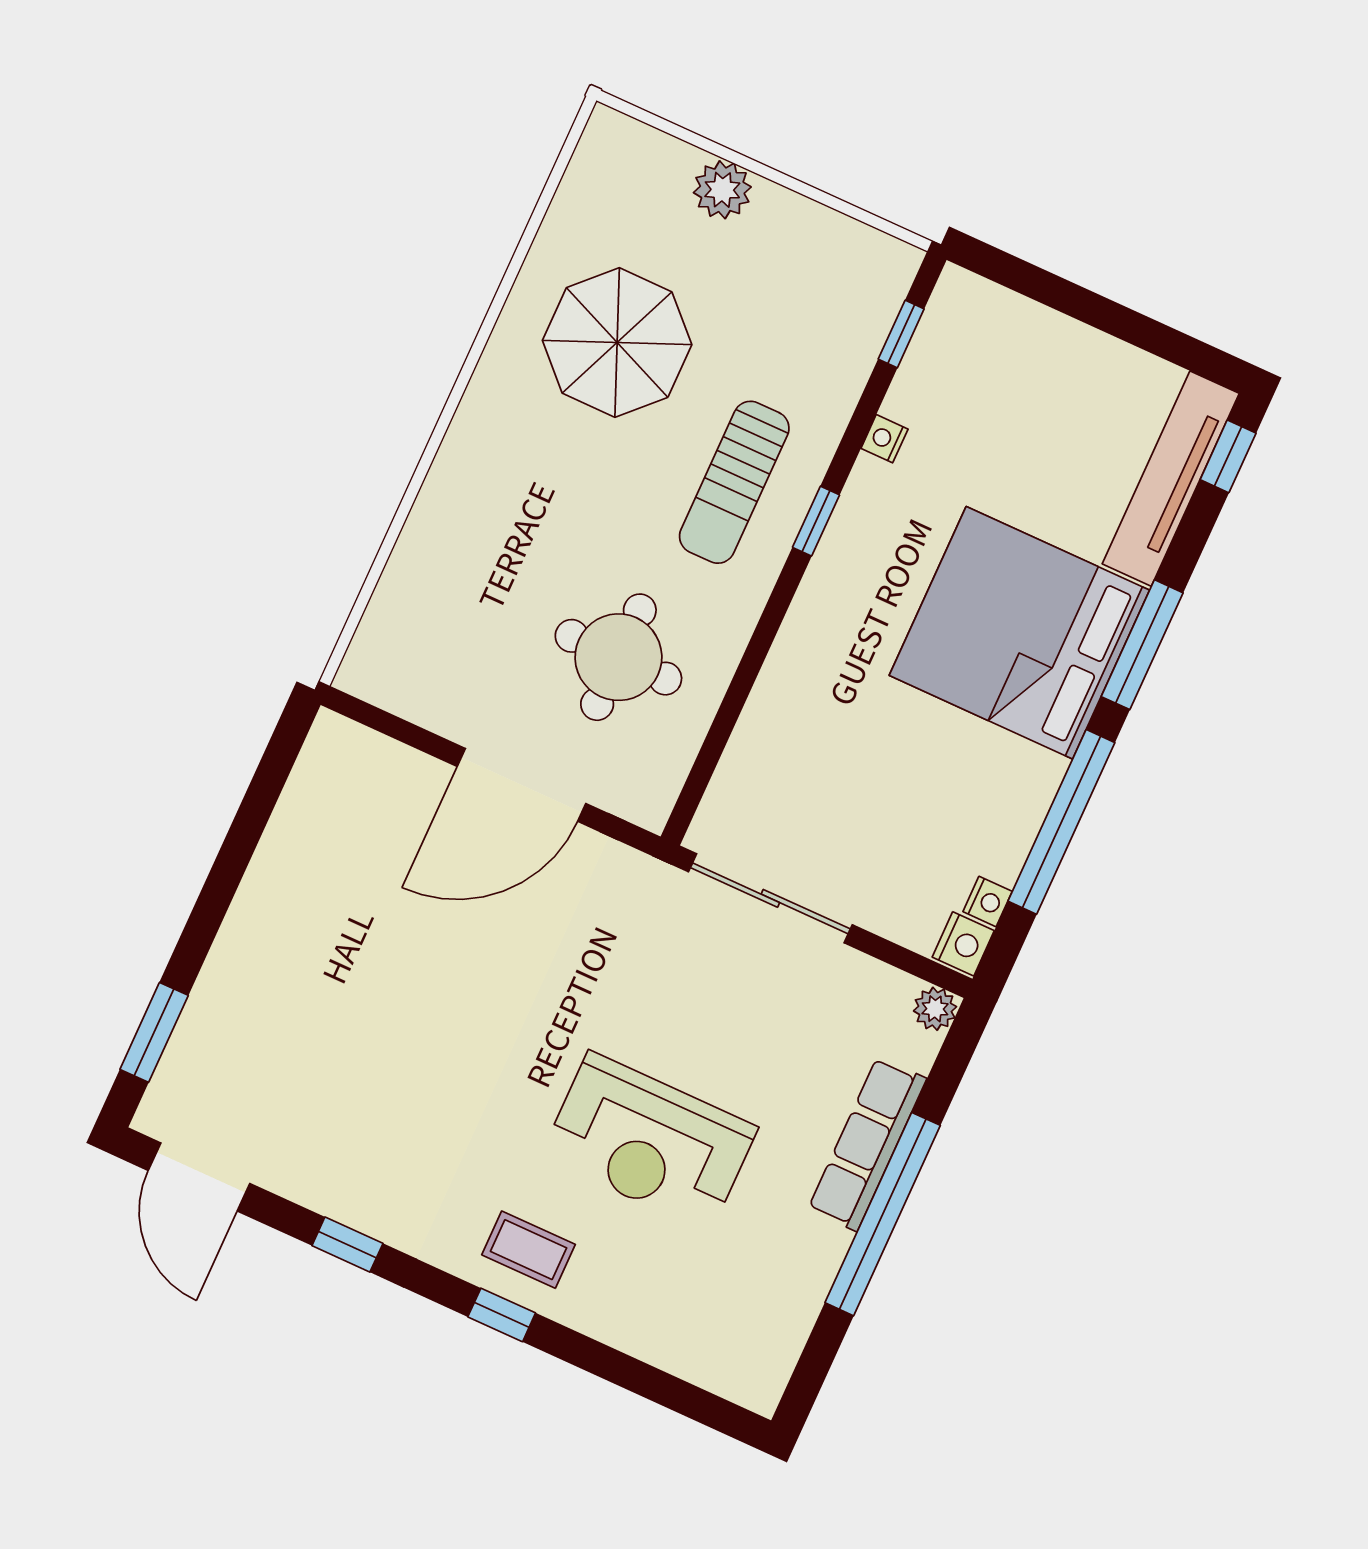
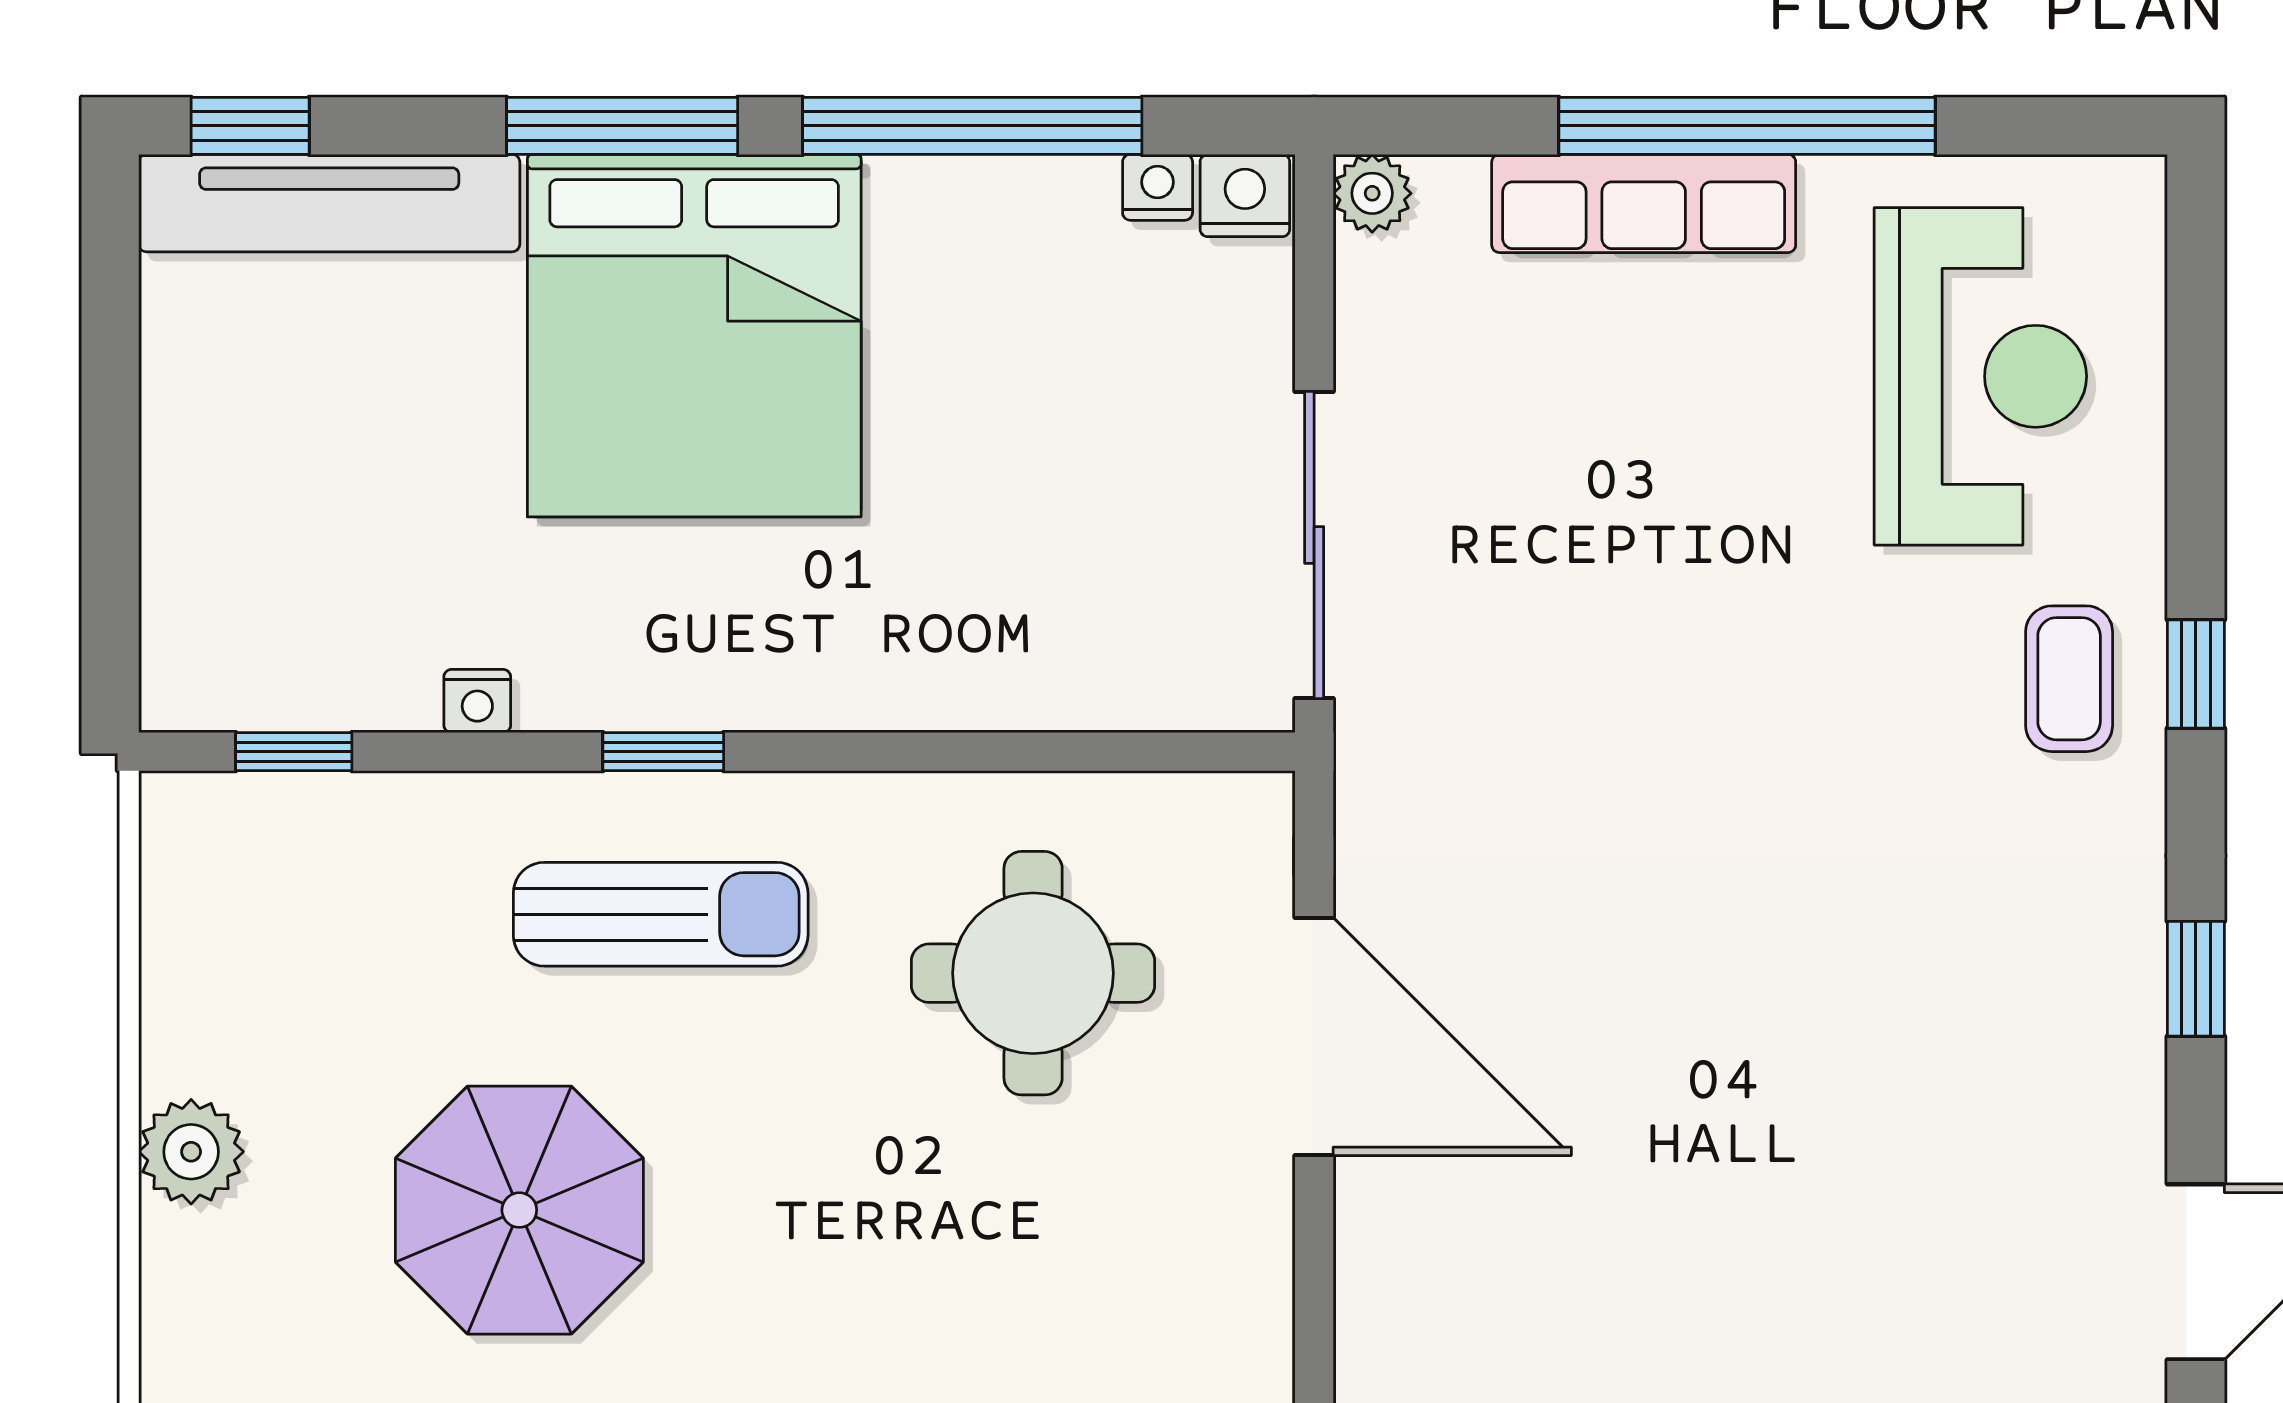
reception desk: (649, 1142) -> (1980, 376), moved

